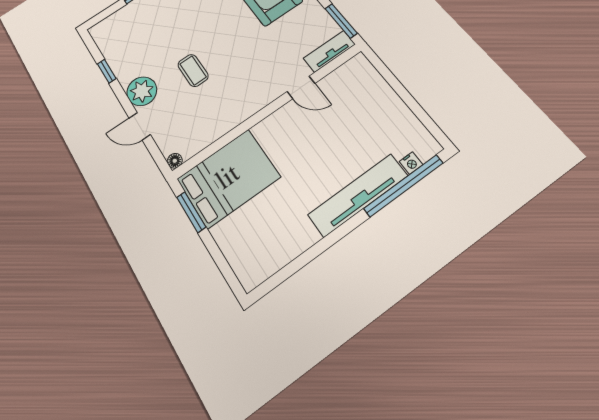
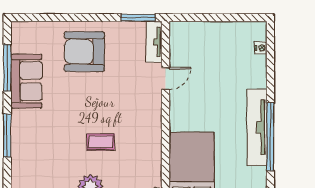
window: (404, 186) -> (270, 137), moved
tv unit: (358, 195) -> (257, 127), moved

